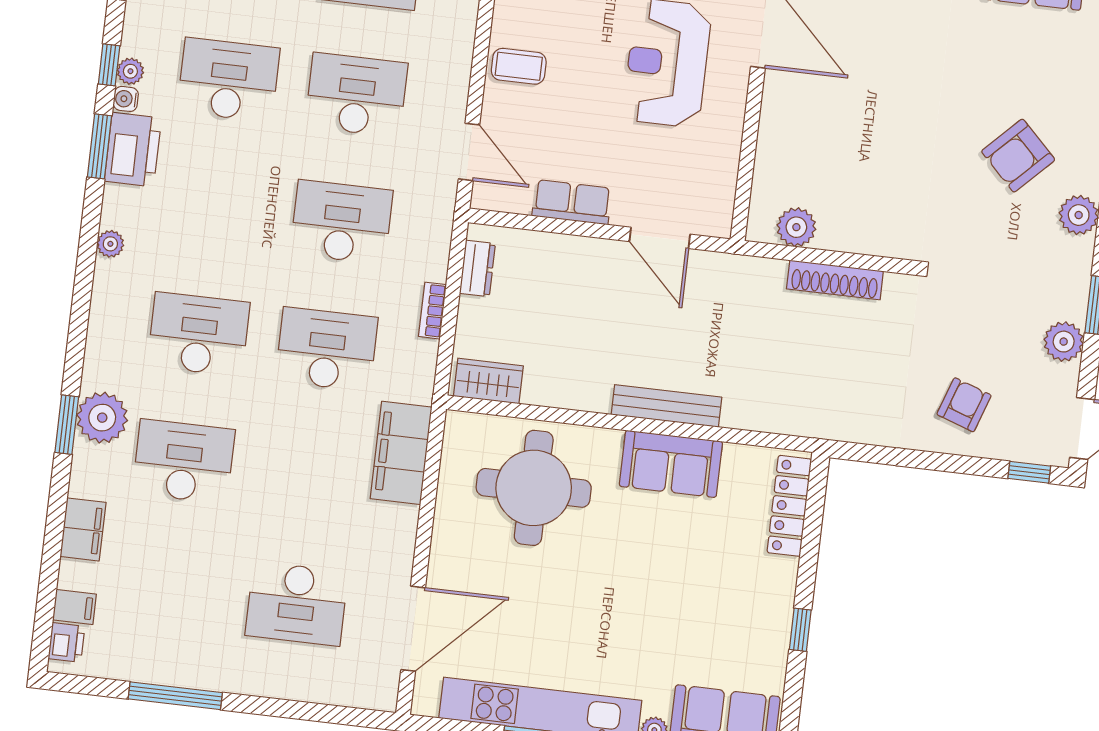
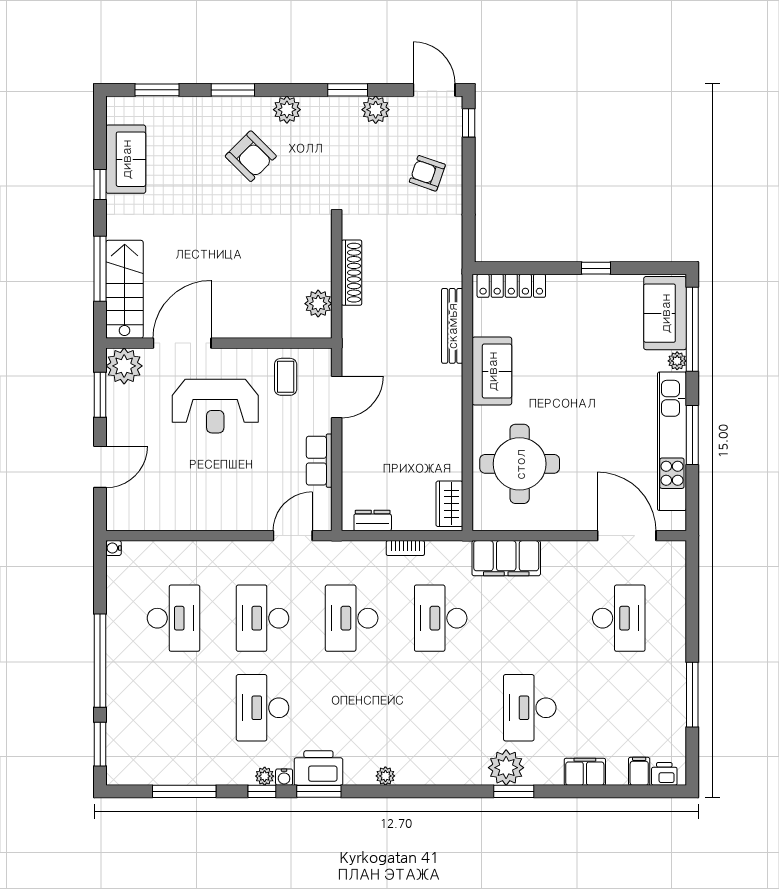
coffee table: (519, 66) -> (286, 377), moved
desk: (199, 334) -> (441, 708), removed
bench: (666, 406) -> (452, 326), moved

